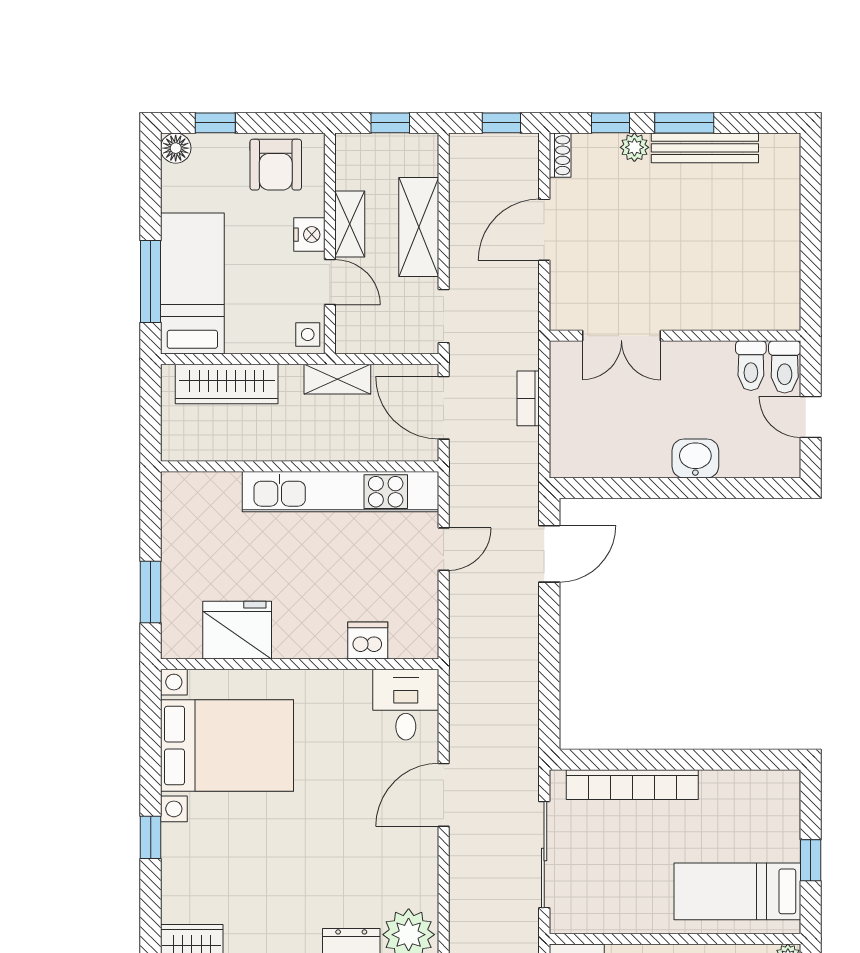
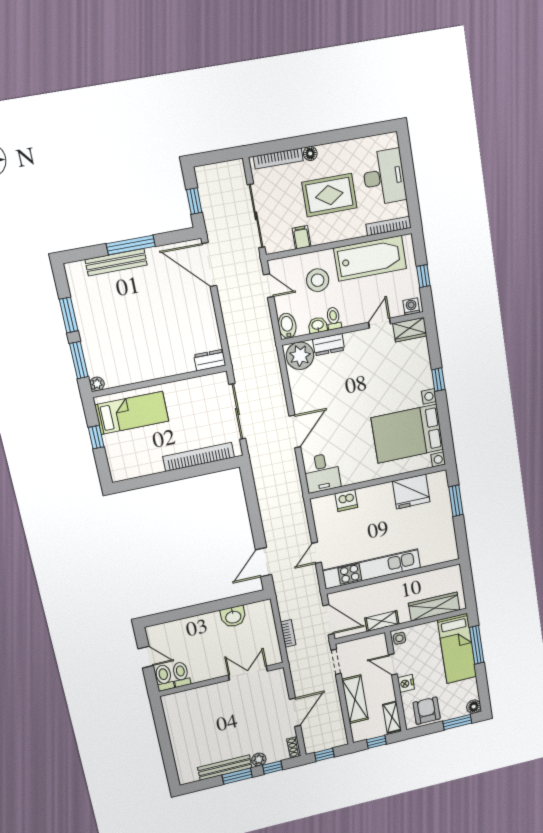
window: (215, 123) -> (457, 722), width x1.50
shelving: (350, 224) -> (392, 717), moved
washbasin: (695, 458) -> (233, 617), moved

